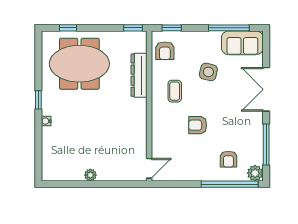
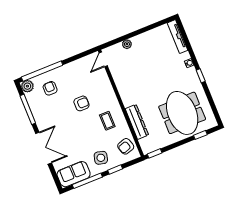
window: (172, 28) -> (115, 169), moved
armchair: (165, 51) -> (126, 146), turned -108
meeting table: (79, 64) -> (182, 113), turned 90
side table: (208, 72) -> (101, 158), moved
tv unit: (47, 159) -> (177, 37), added
plant: (90, 175) -> (127, 44), moved

